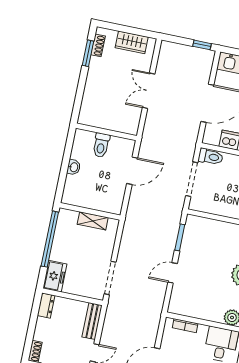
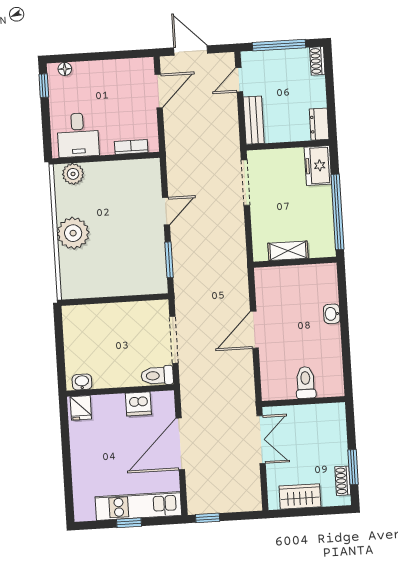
wall: (106, 132) -> (303, 402), moved
toilet: (101, 145) -> (306, 382), moved

